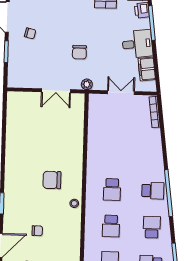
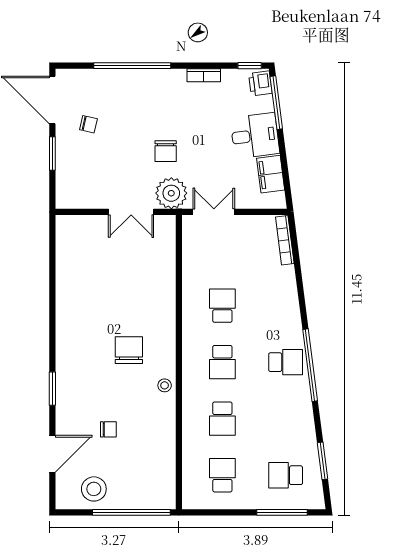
plant: (87, 84) -> (171, 193), width x1.88, depth x1.88
double door: (121, 93) -> (214, 212), moved
chair: (52, 180) -> (129, 350), turned 90
school desk: (152, 227) -> (222, 306), moved

